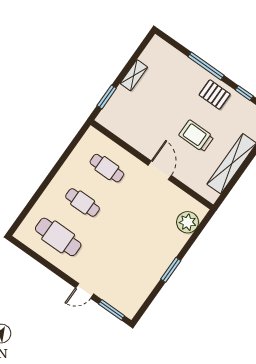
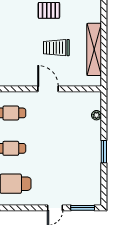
plant: (188, 222) -> (96, 115), width x0.53, depth x0.53

